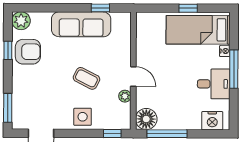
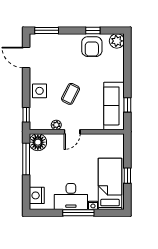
sofa: (81, 24) -> (114, 106), moved
desk: (214, 84) -> (71, 196), width x1.37

